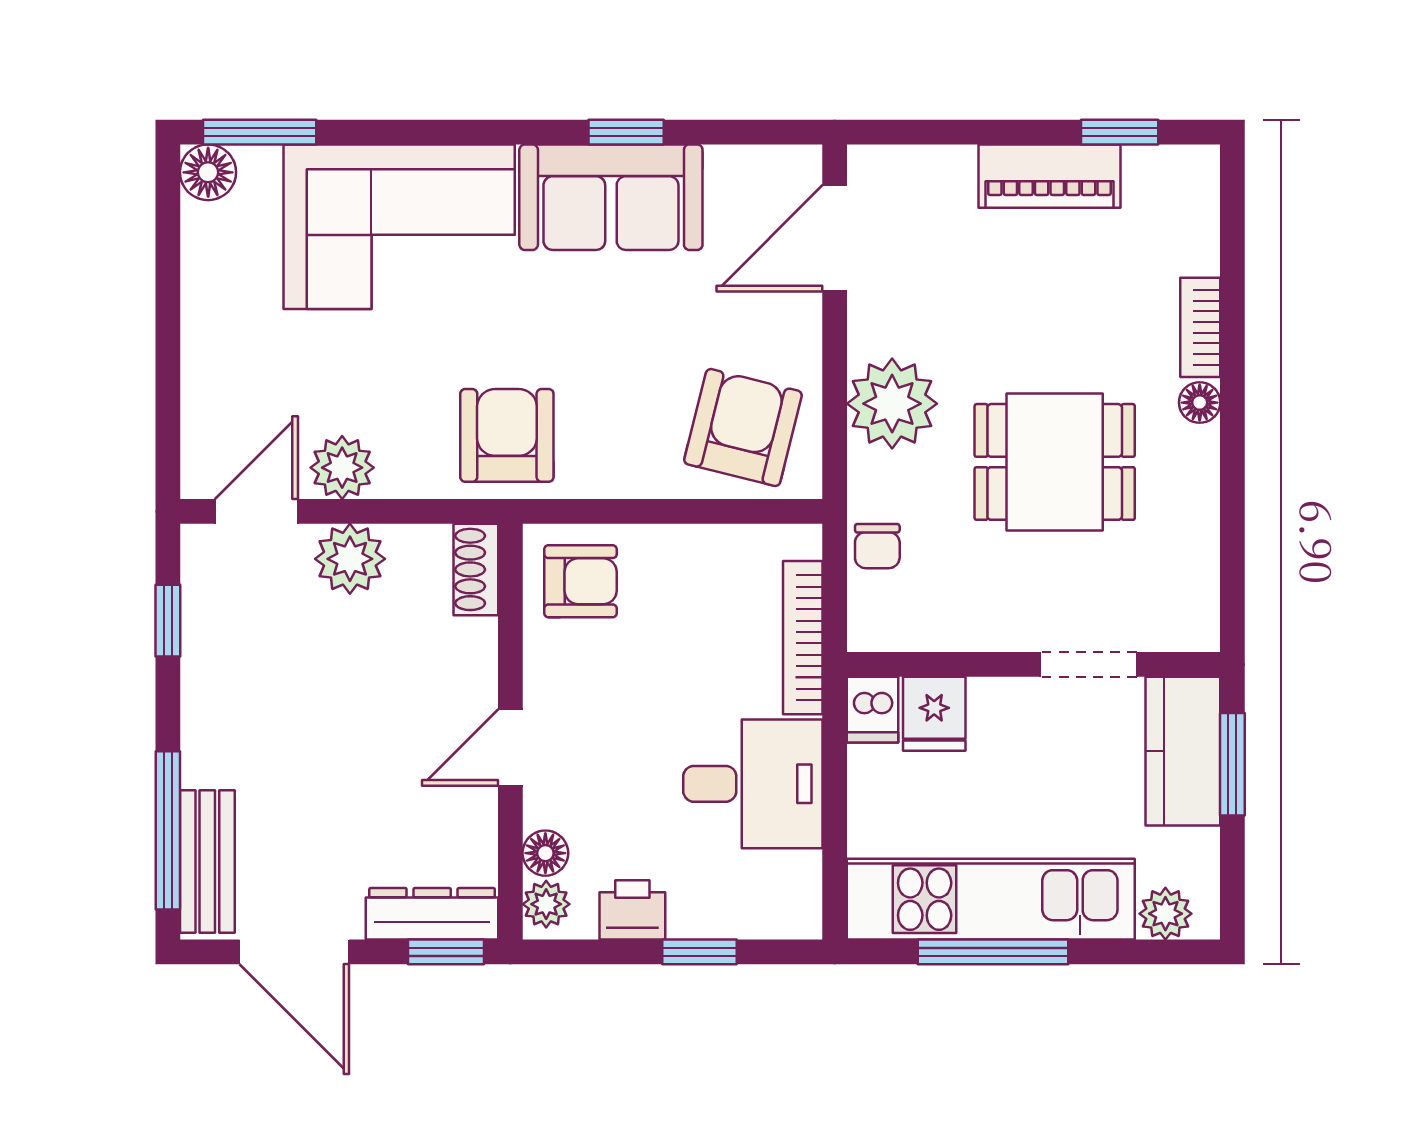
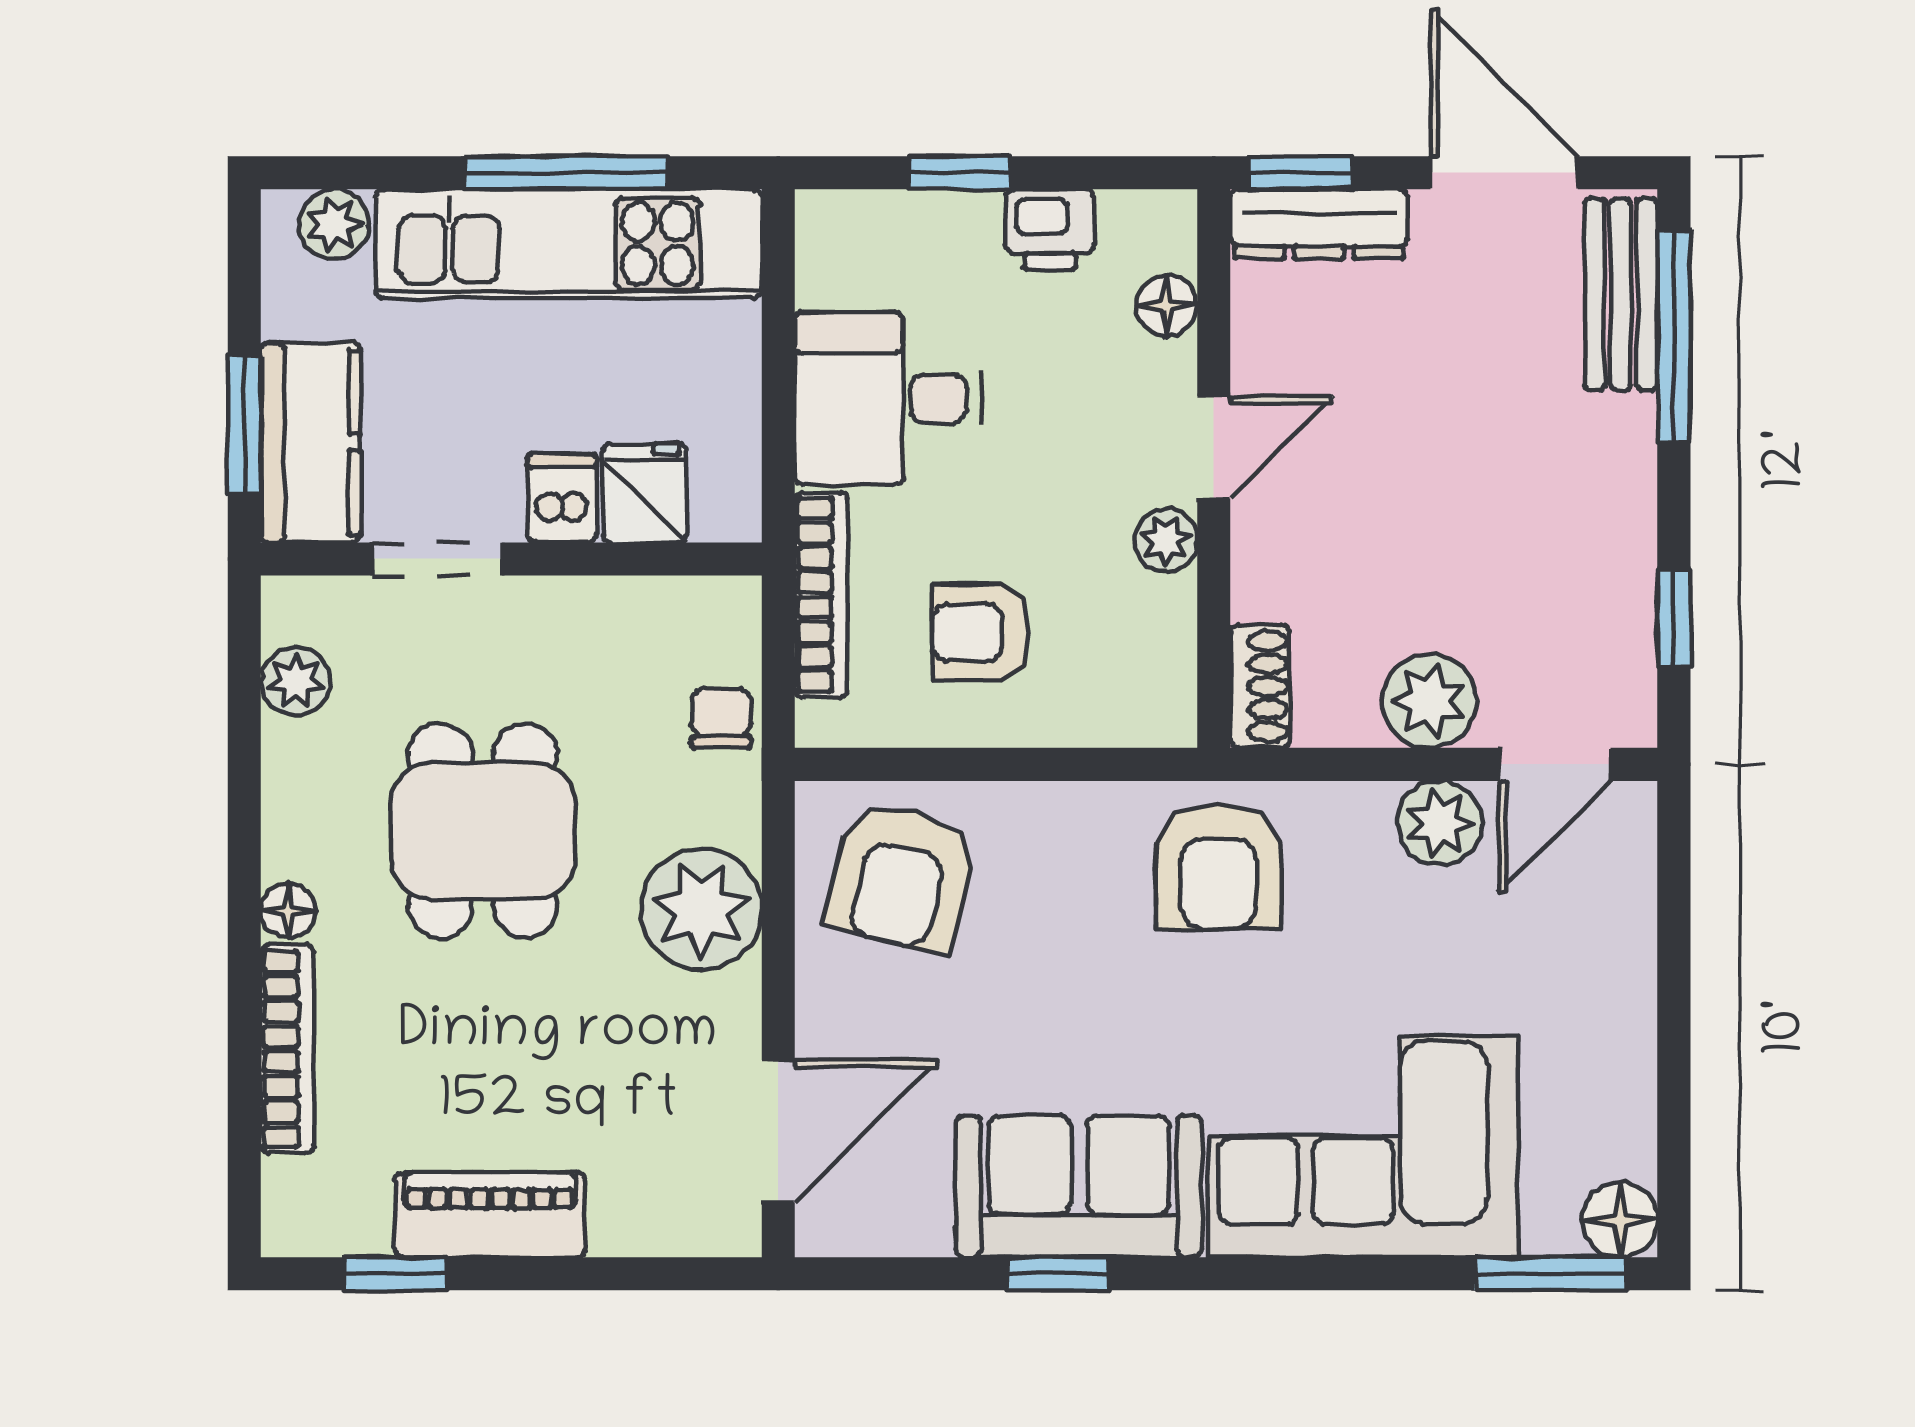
bookcase: (1200, 327) -> (287, 1049), width x1.56
dining table: (1055, 462) -> (483, 831), turned 90
plant: (1194, 573) -> (295, 681), added
armchair: (581, 581) -> (981, 632), moved
dishwasher: (873, 710) -> (562, 498), moved
plant: (546, 904) -> (1166, 540), moved

